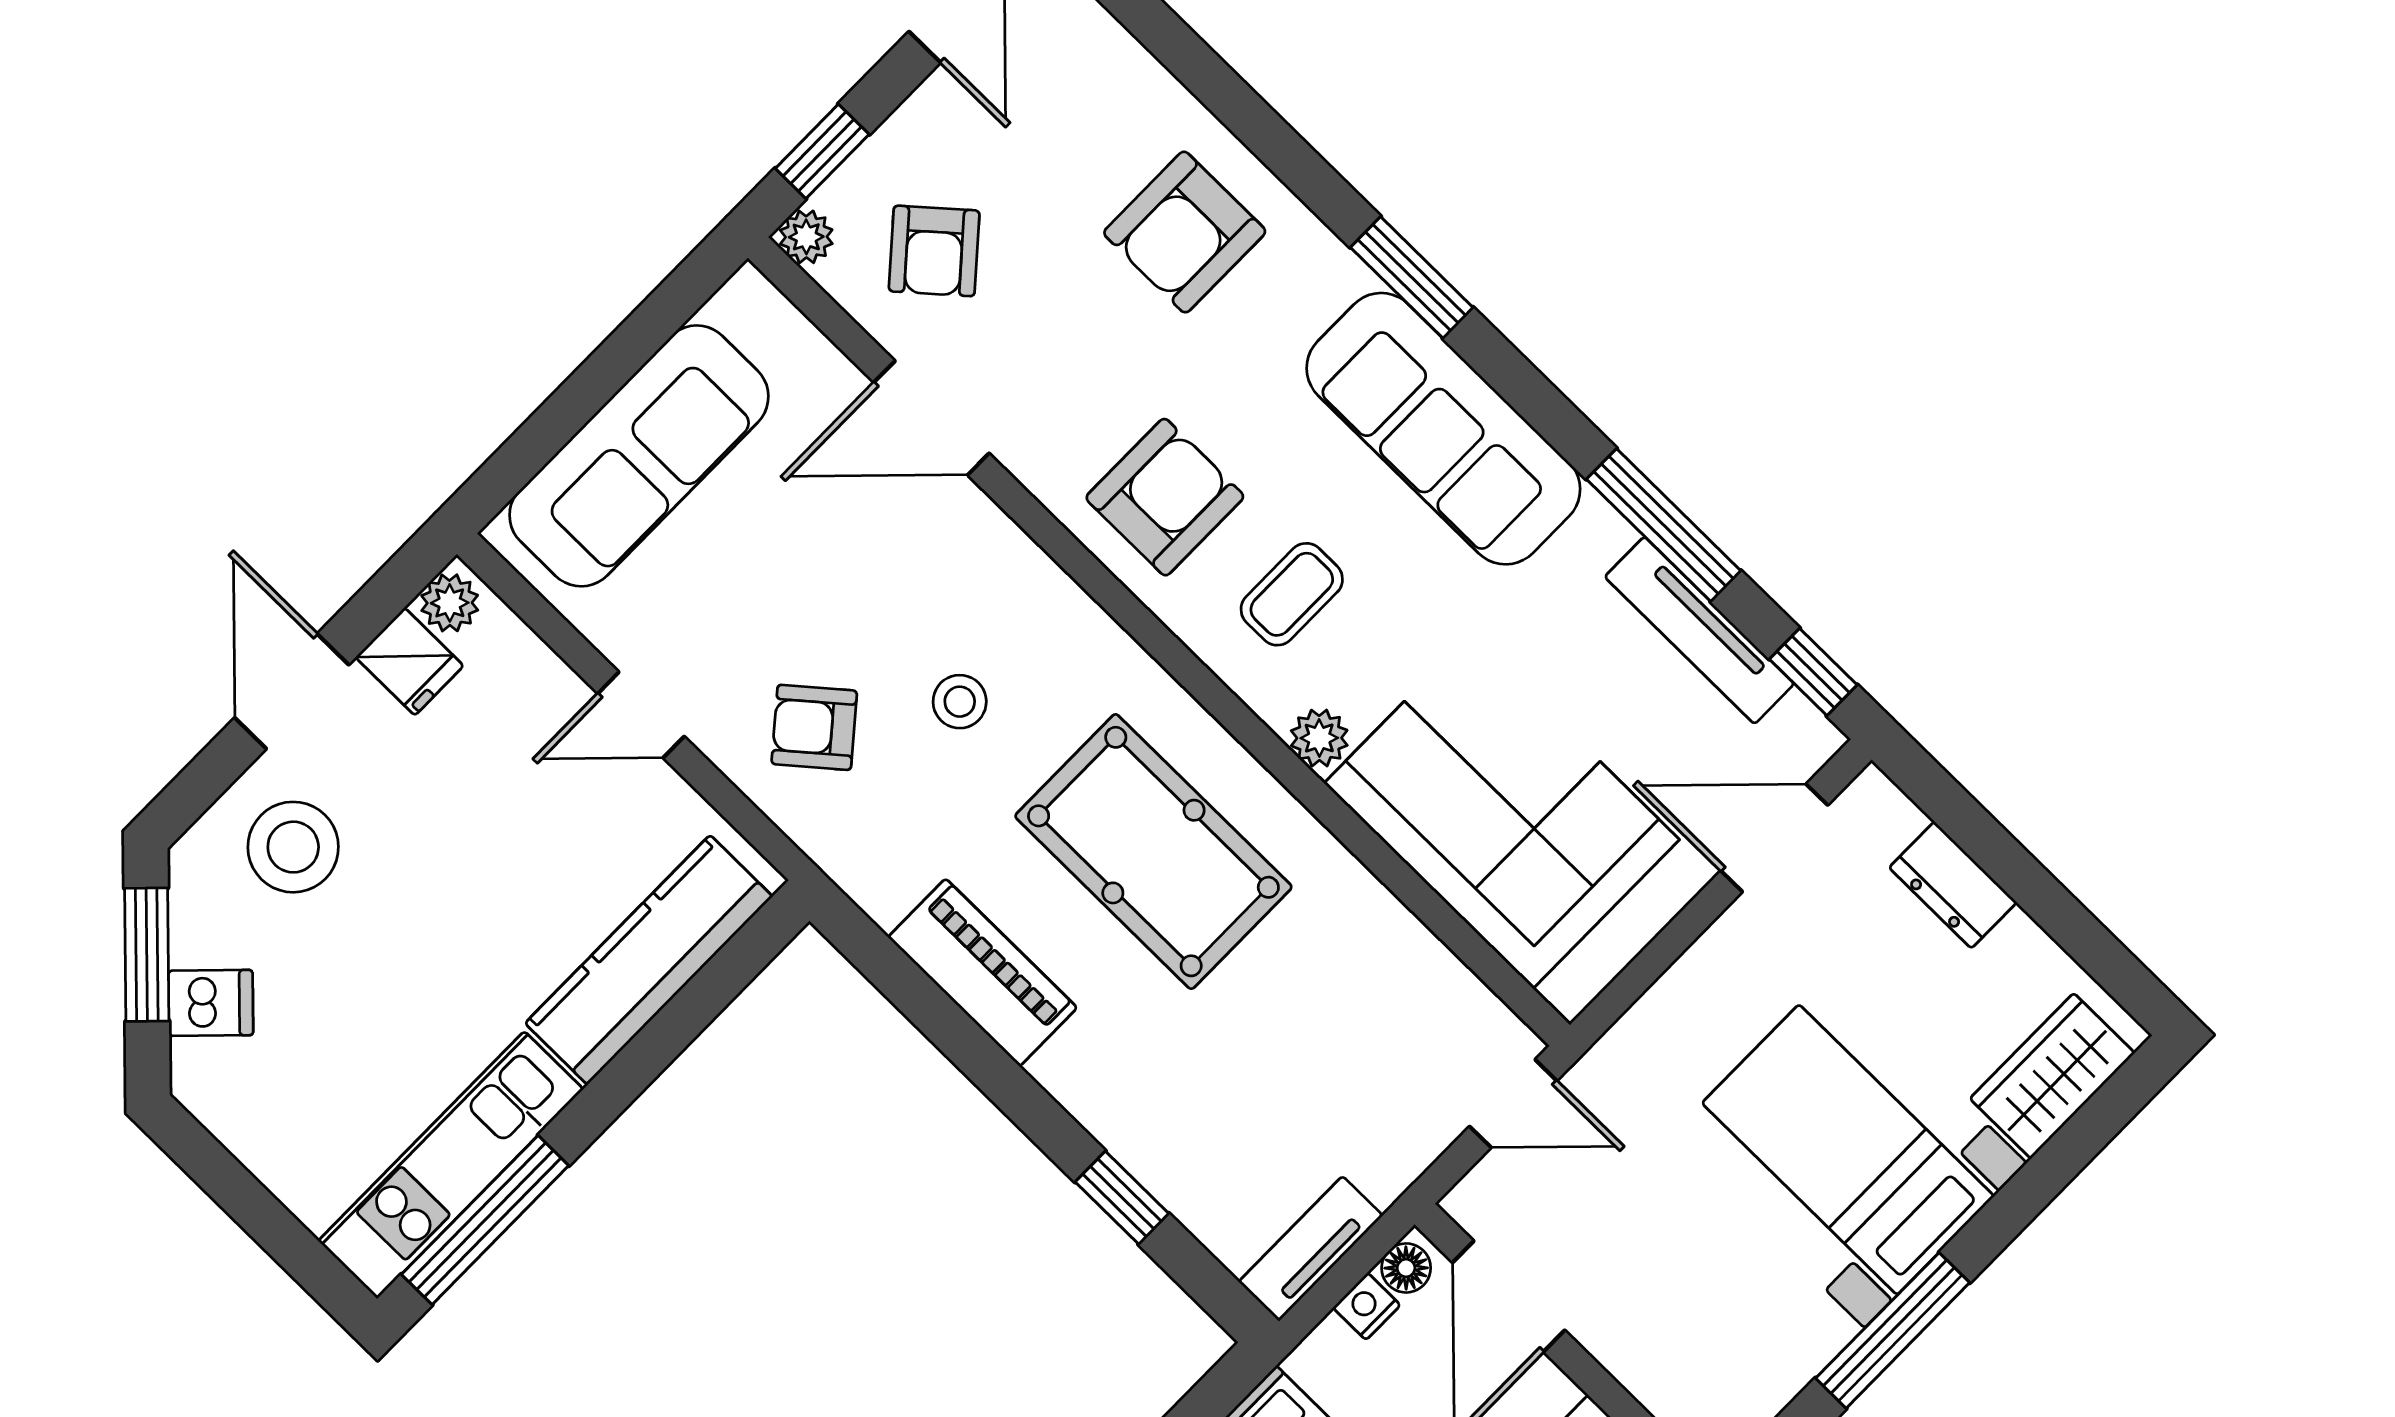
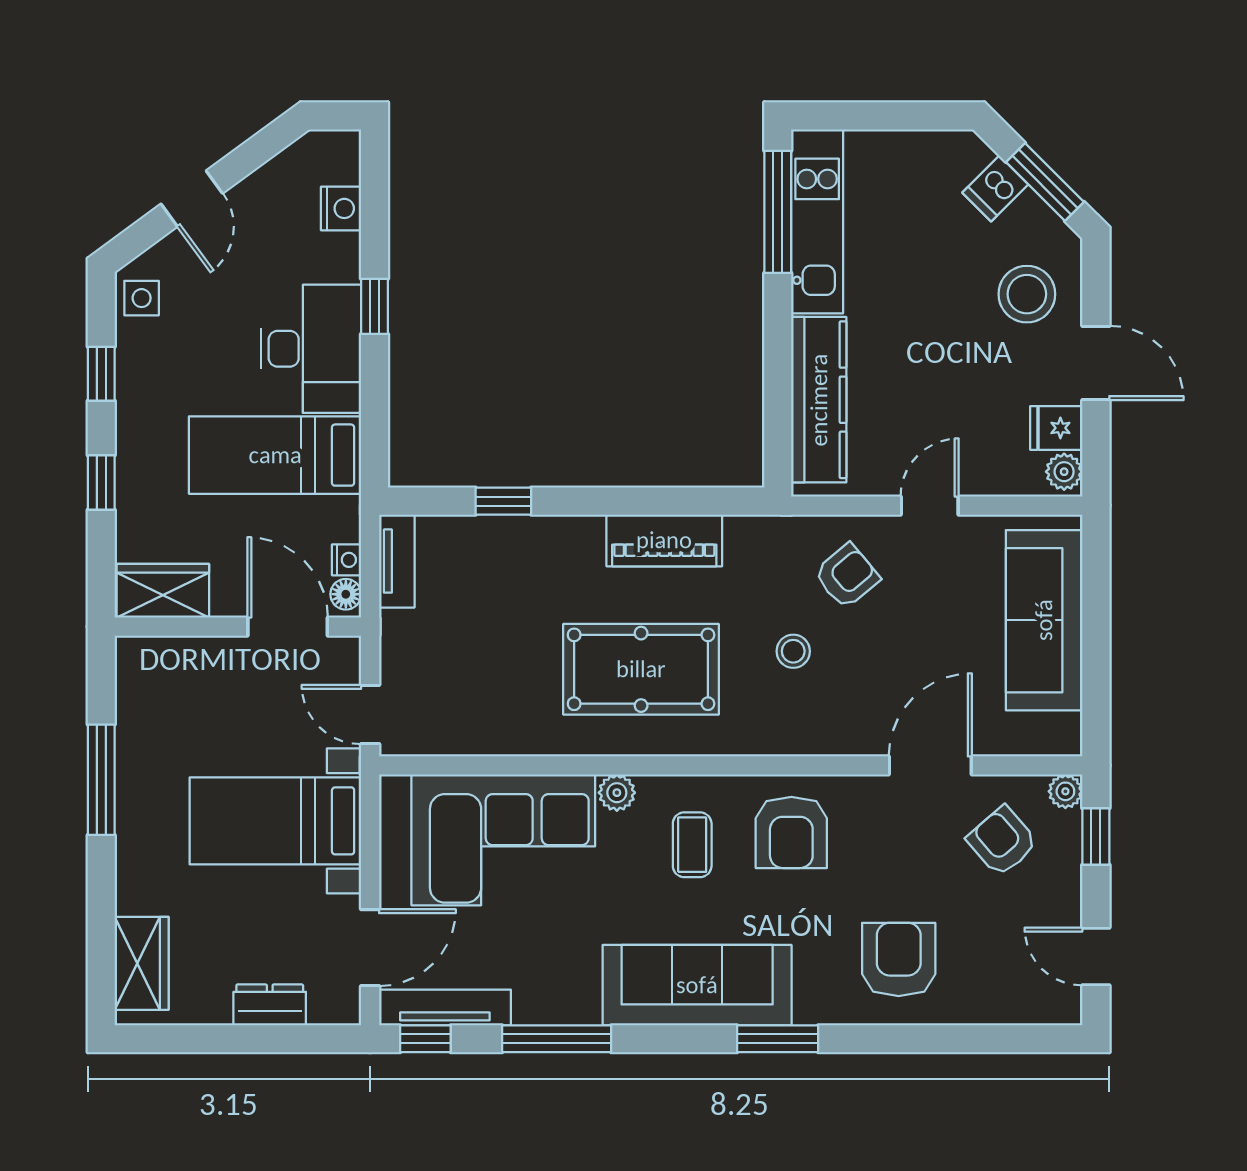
tv unit: (1699, 630) -> (445, 1007), moved
door: (1513, 1104) -> (370, 715), hinge flipped
bed with nightstands: (1848, 1150) -> (275, 821), moved, turned 180

